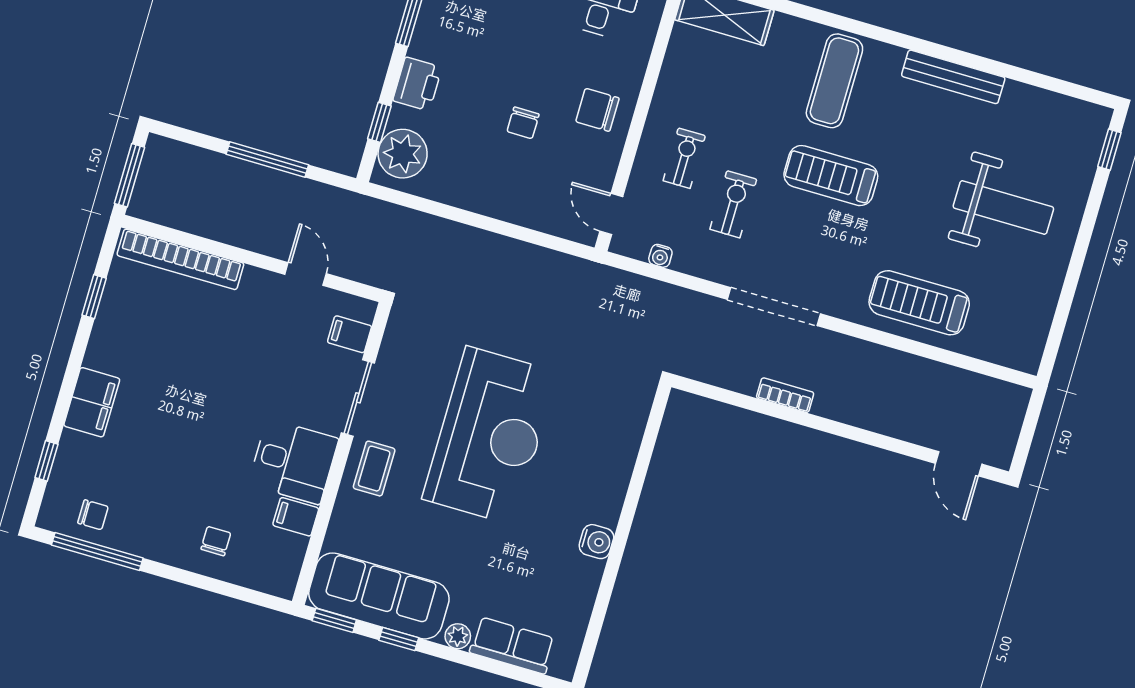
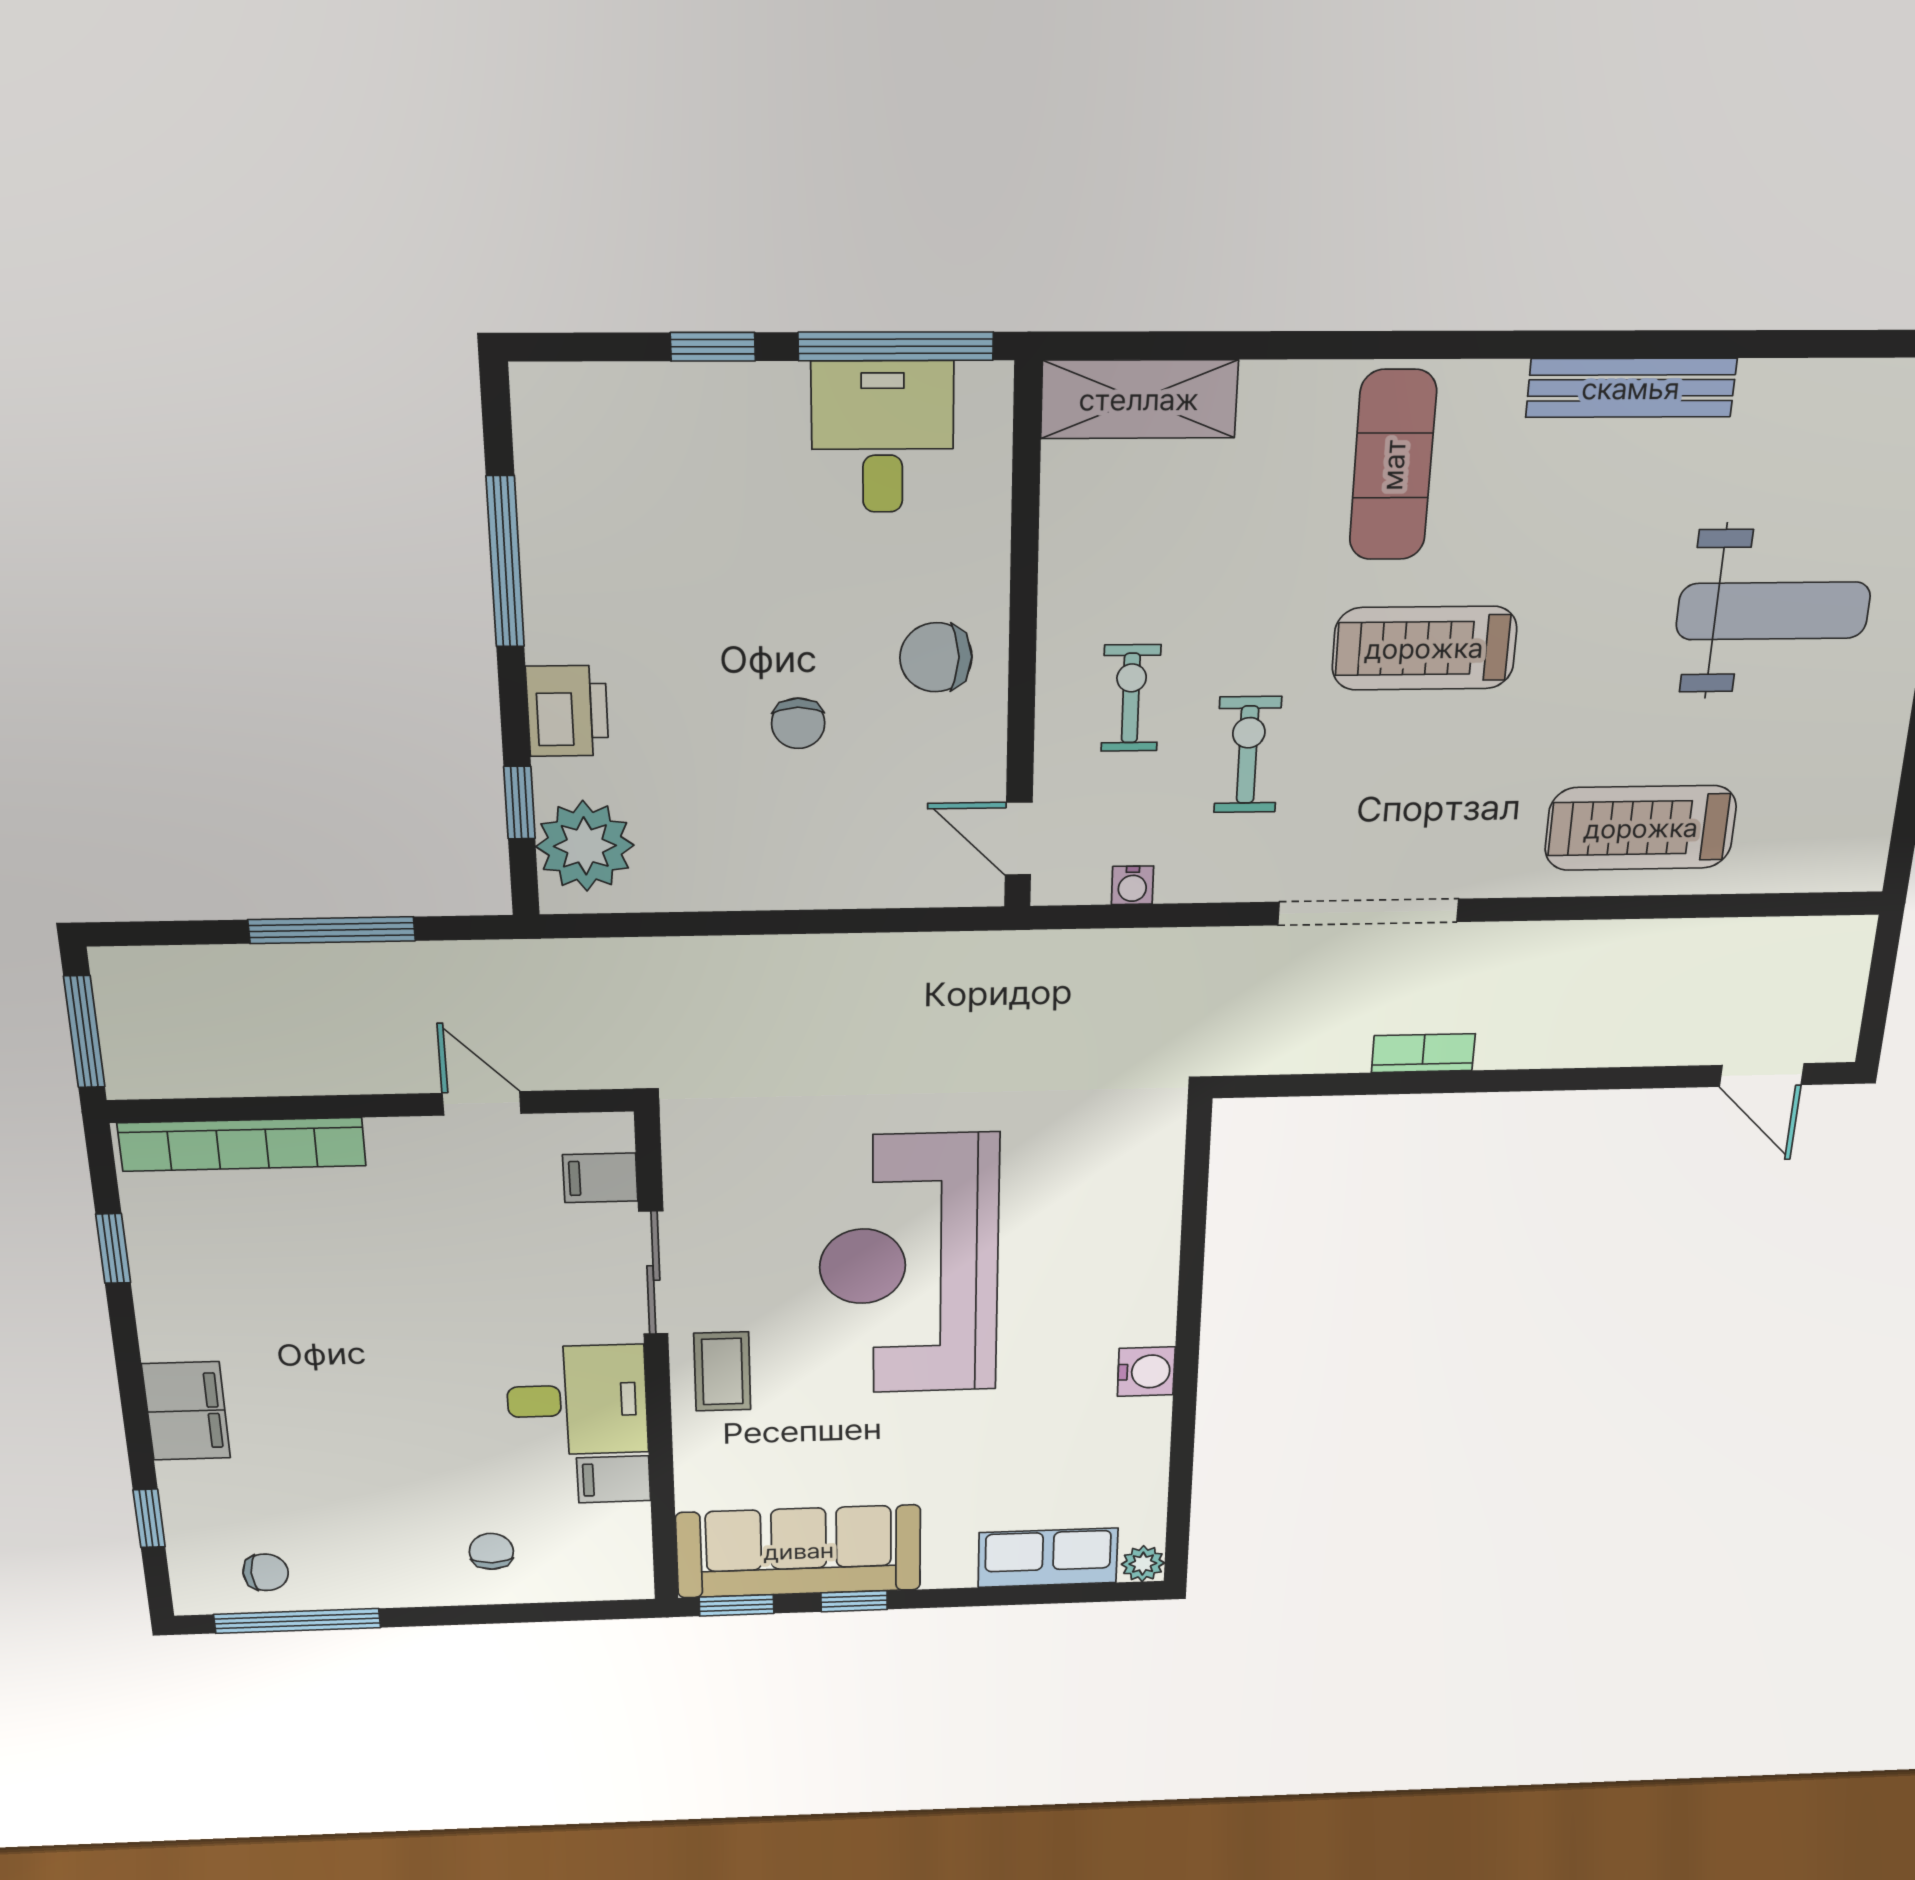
reception desk: (490, 435) -> (909, 1265), turned 180
plant: (458, 636) -> (1143, 1564), moved

